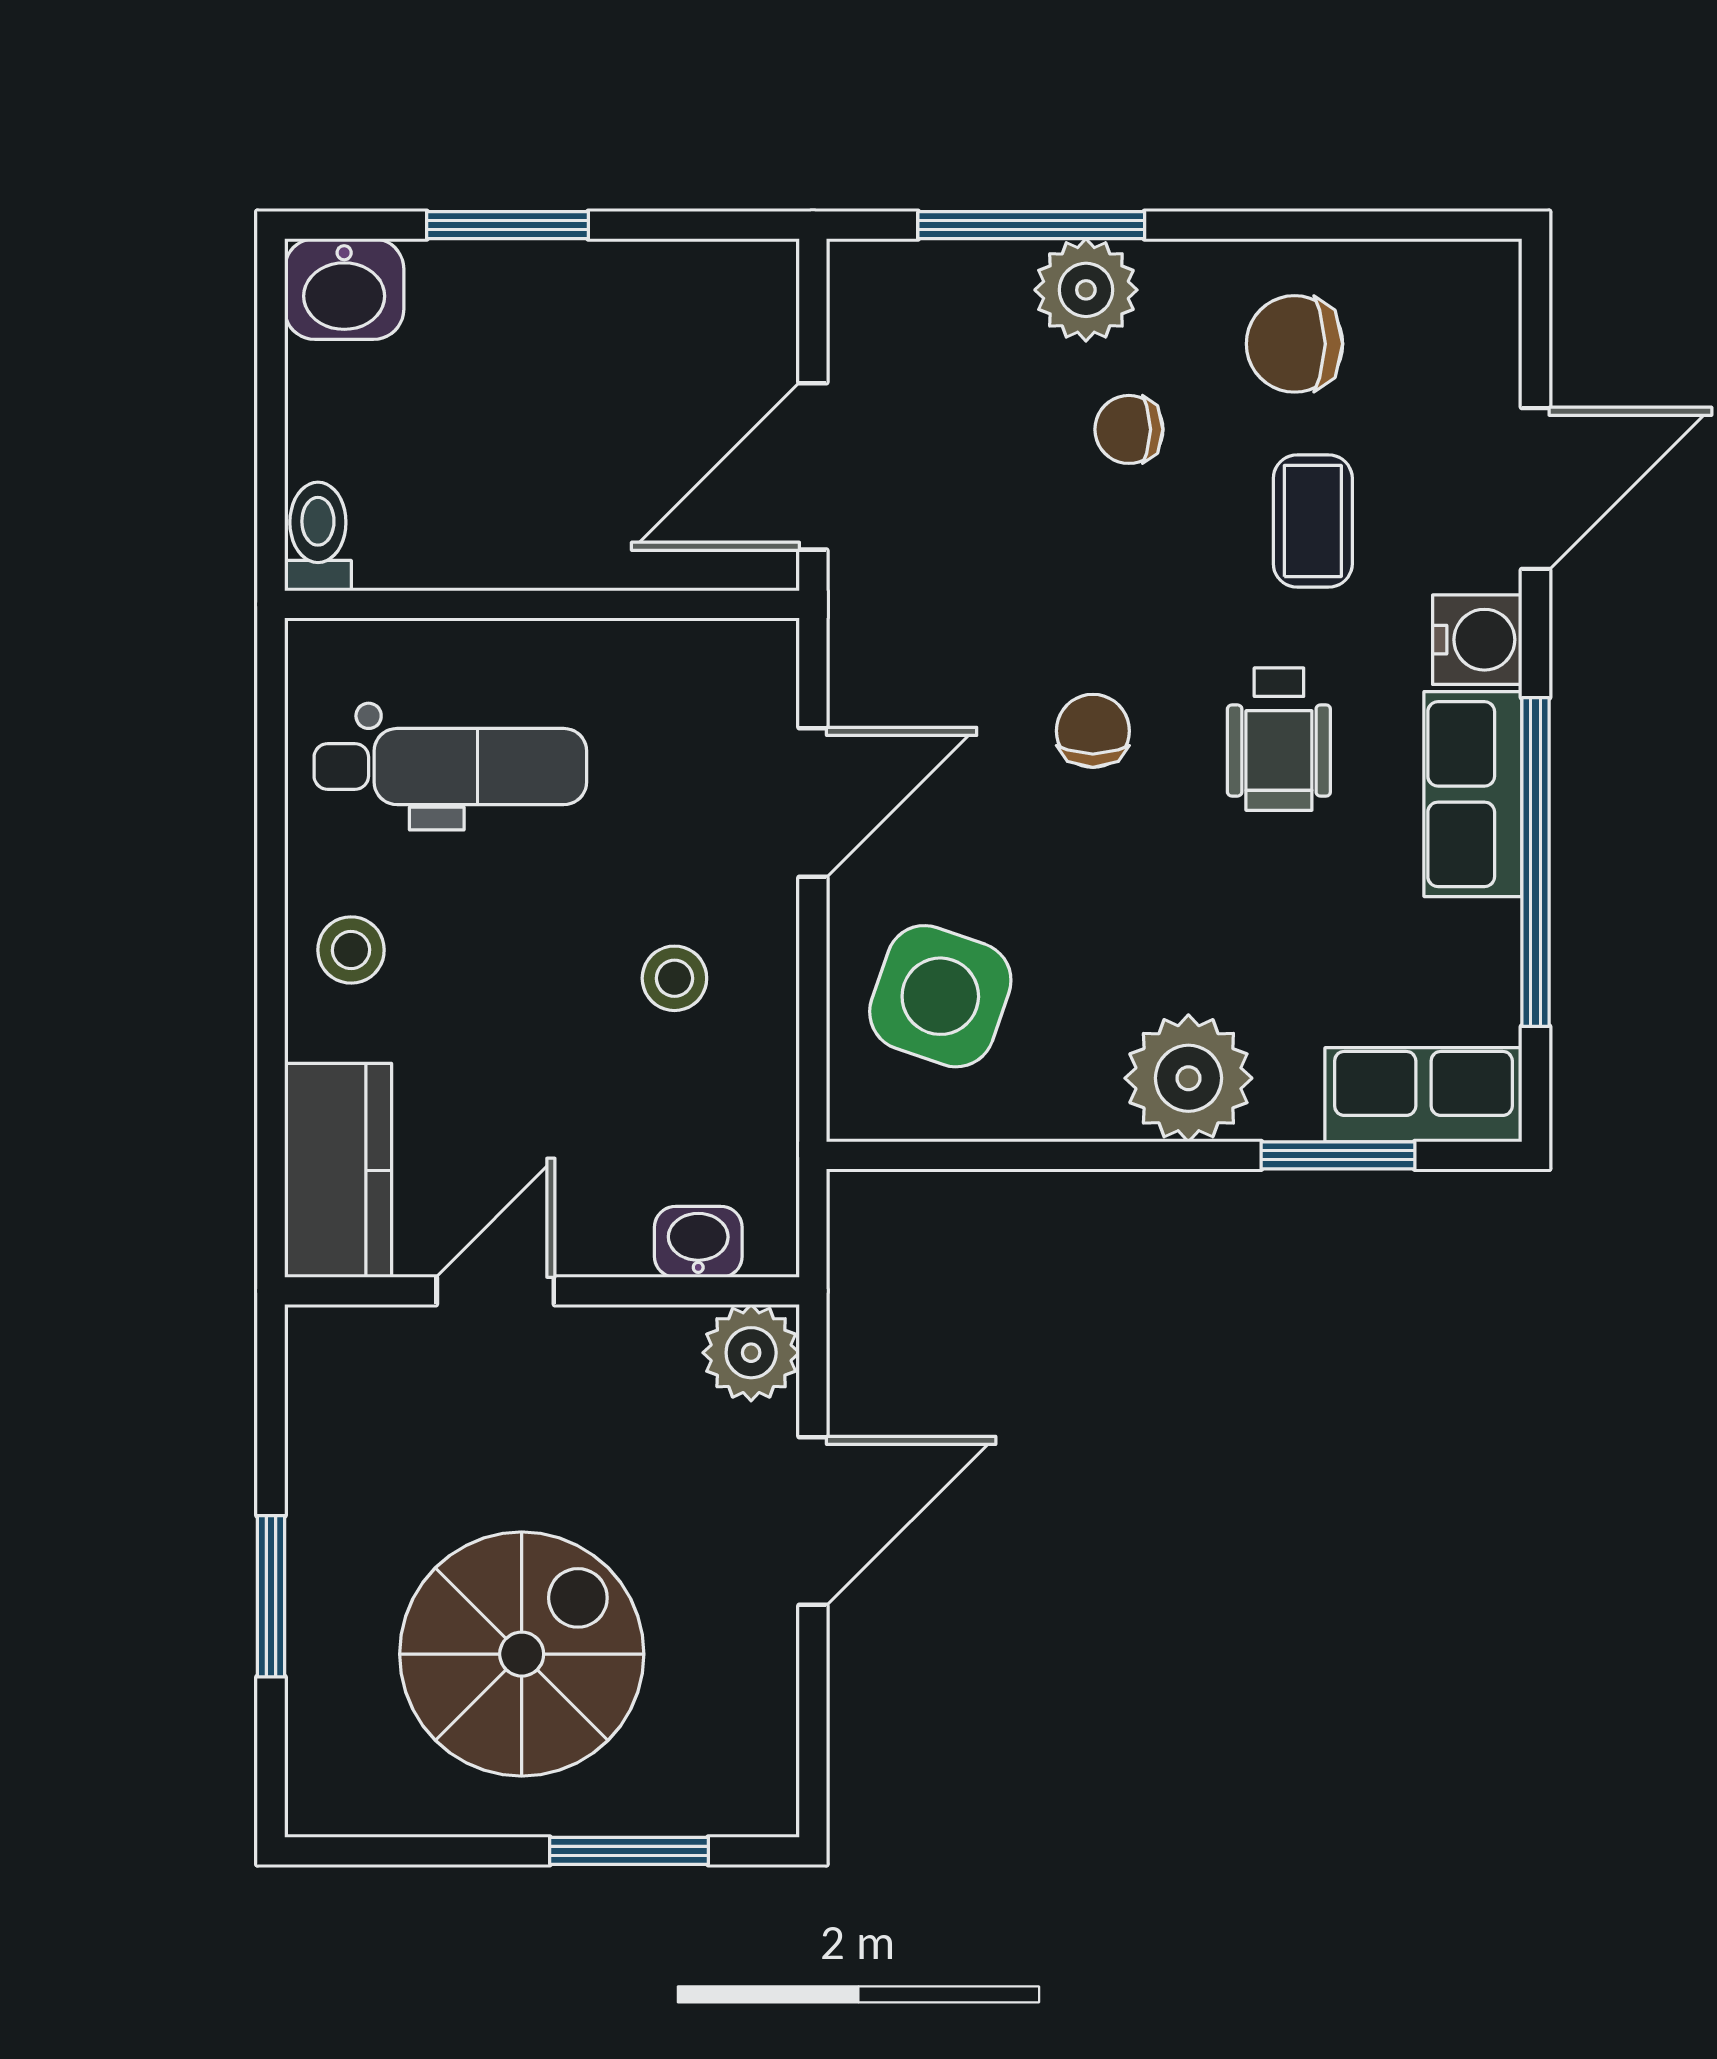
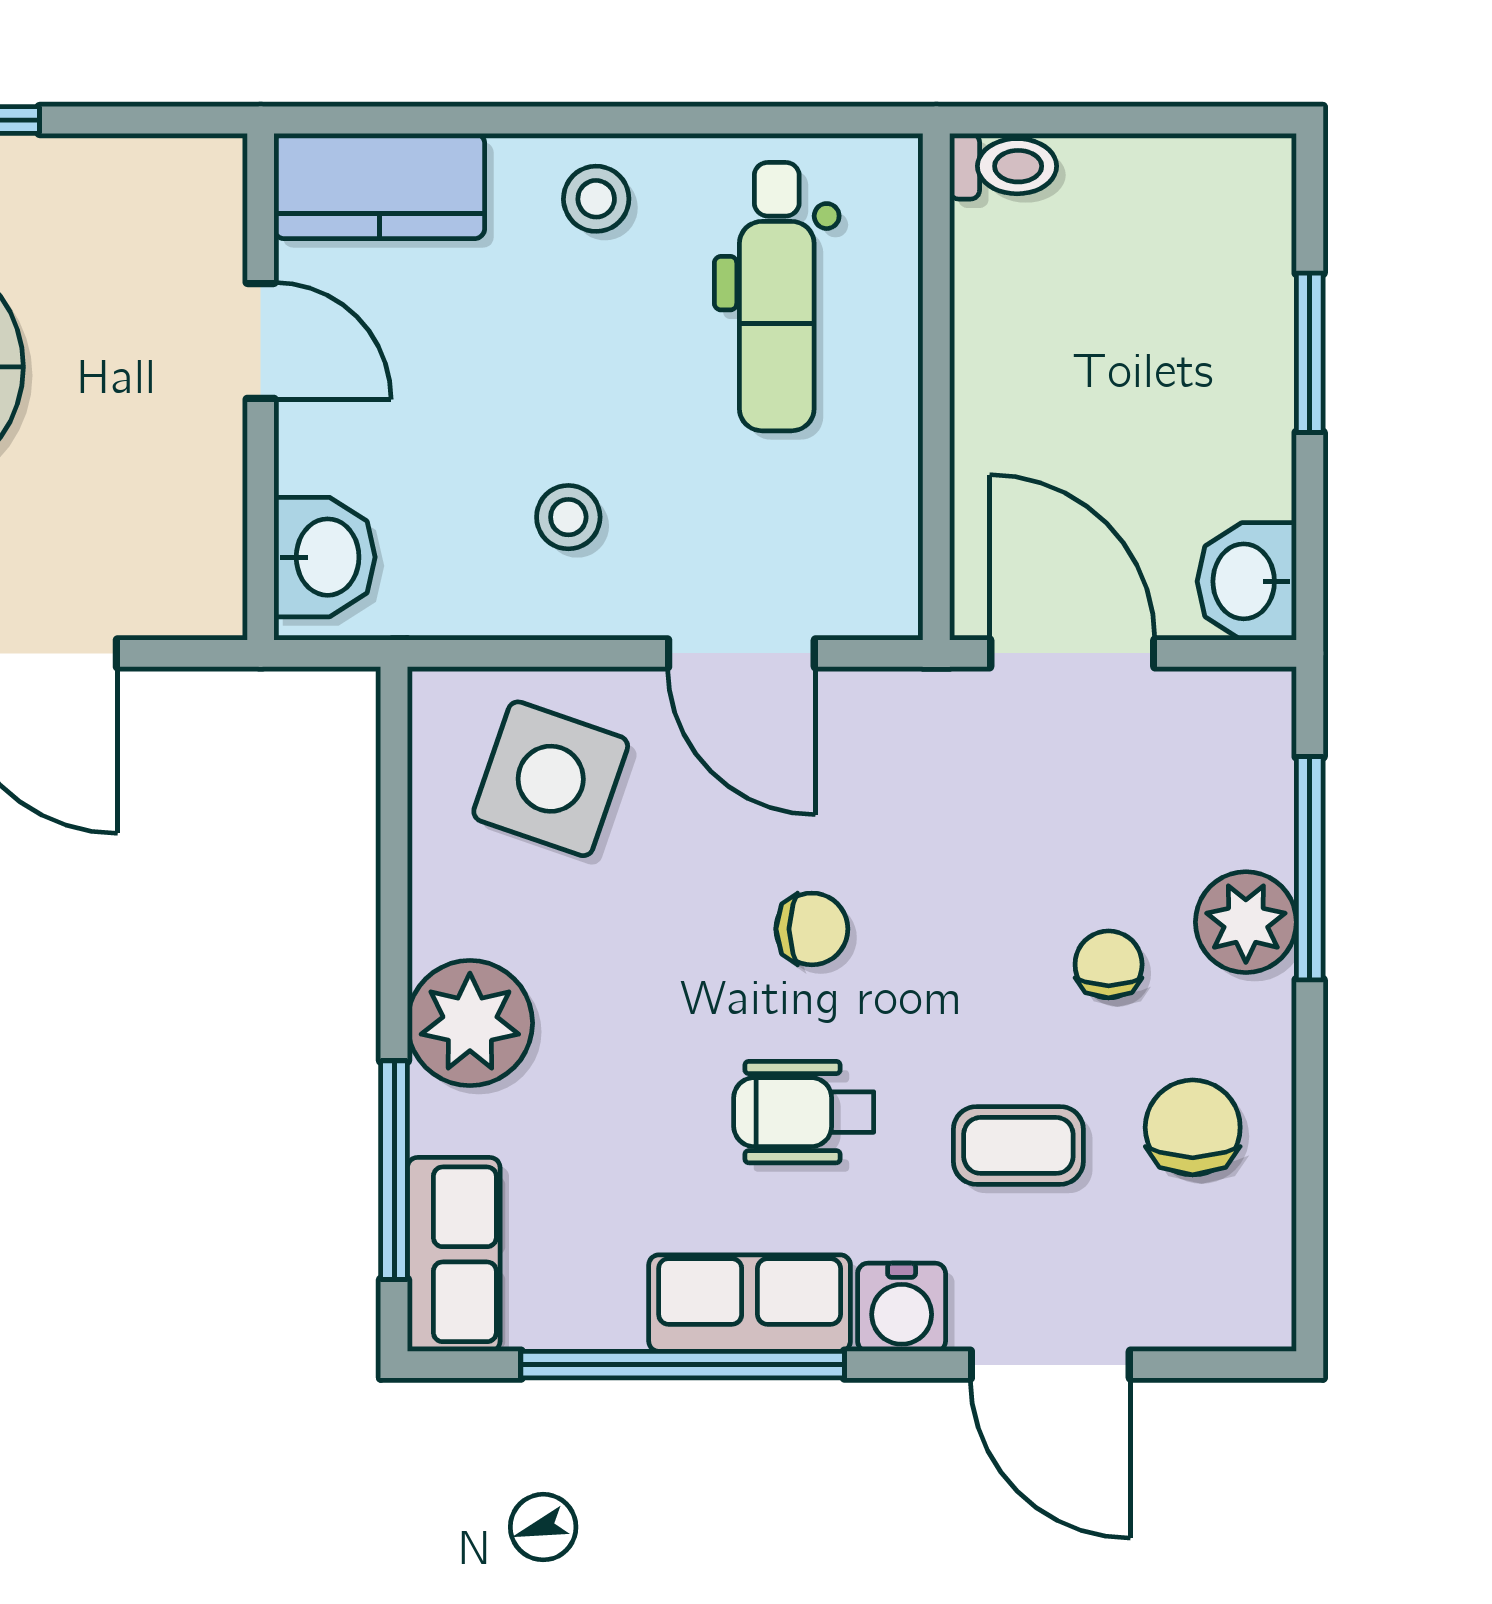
washbasin: (344, 289) -> (1247, 581), moved
window: (1338, 1155) -> (394, 1170), width x1.44
washbasin: (698, 1242) -> (325, 557), width x1.38, depth x1.45
plant: (751, 1353) -> (200, 593), removed

